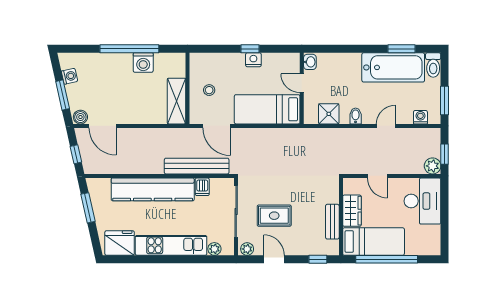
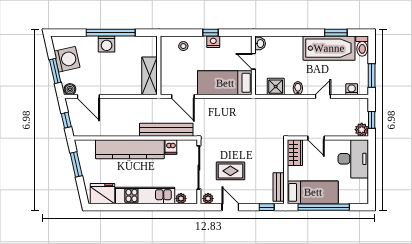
washing machine: (143, 63) -> (107, 44), moved
washing machine: (69, 76) -> (67, 59), width x1.89, depth x1.89
stool: (209, 90) -> (183, 46), moved
wardrobe: (352, 211) -> (295, 153), moved
bench: (332, 222) -> (279, 187), moved

